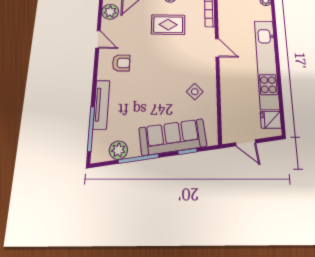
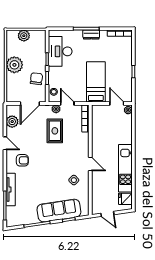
rug: (168, 25) -> (55, 131), turned 90
door: (217, 48) -> (90, 164), moved
kitchen unit: (267, 64) -> (125, 168), width x0.73
plant: (118, 150) -> (24, 219), removed

